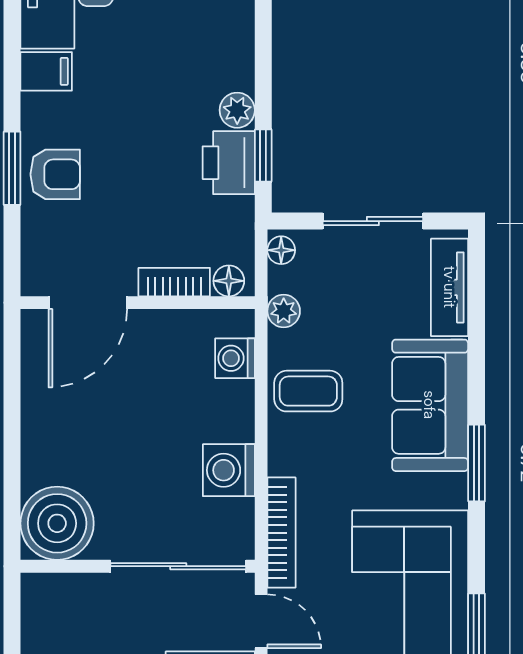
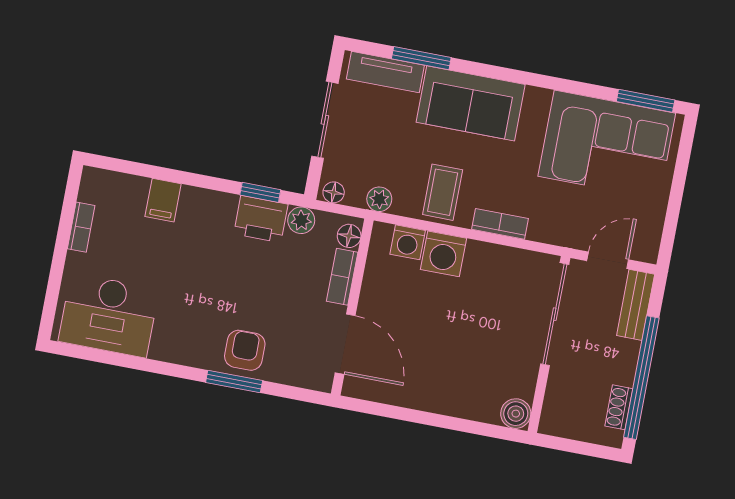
filing cabinet: (46, 71) -> (163, 200), moved, turned 180
plant: (237, 110) -> (301, 220), moved
window: (477, 463) -> (421, 58), moved
washing machine: (229, 470) -> (443, 254), moved
boiler: (57, 523) -> (516, 414), width x0.54, depth x0.54
bookcase: (281, 533) -> (500, 224), moved, width x0.64

